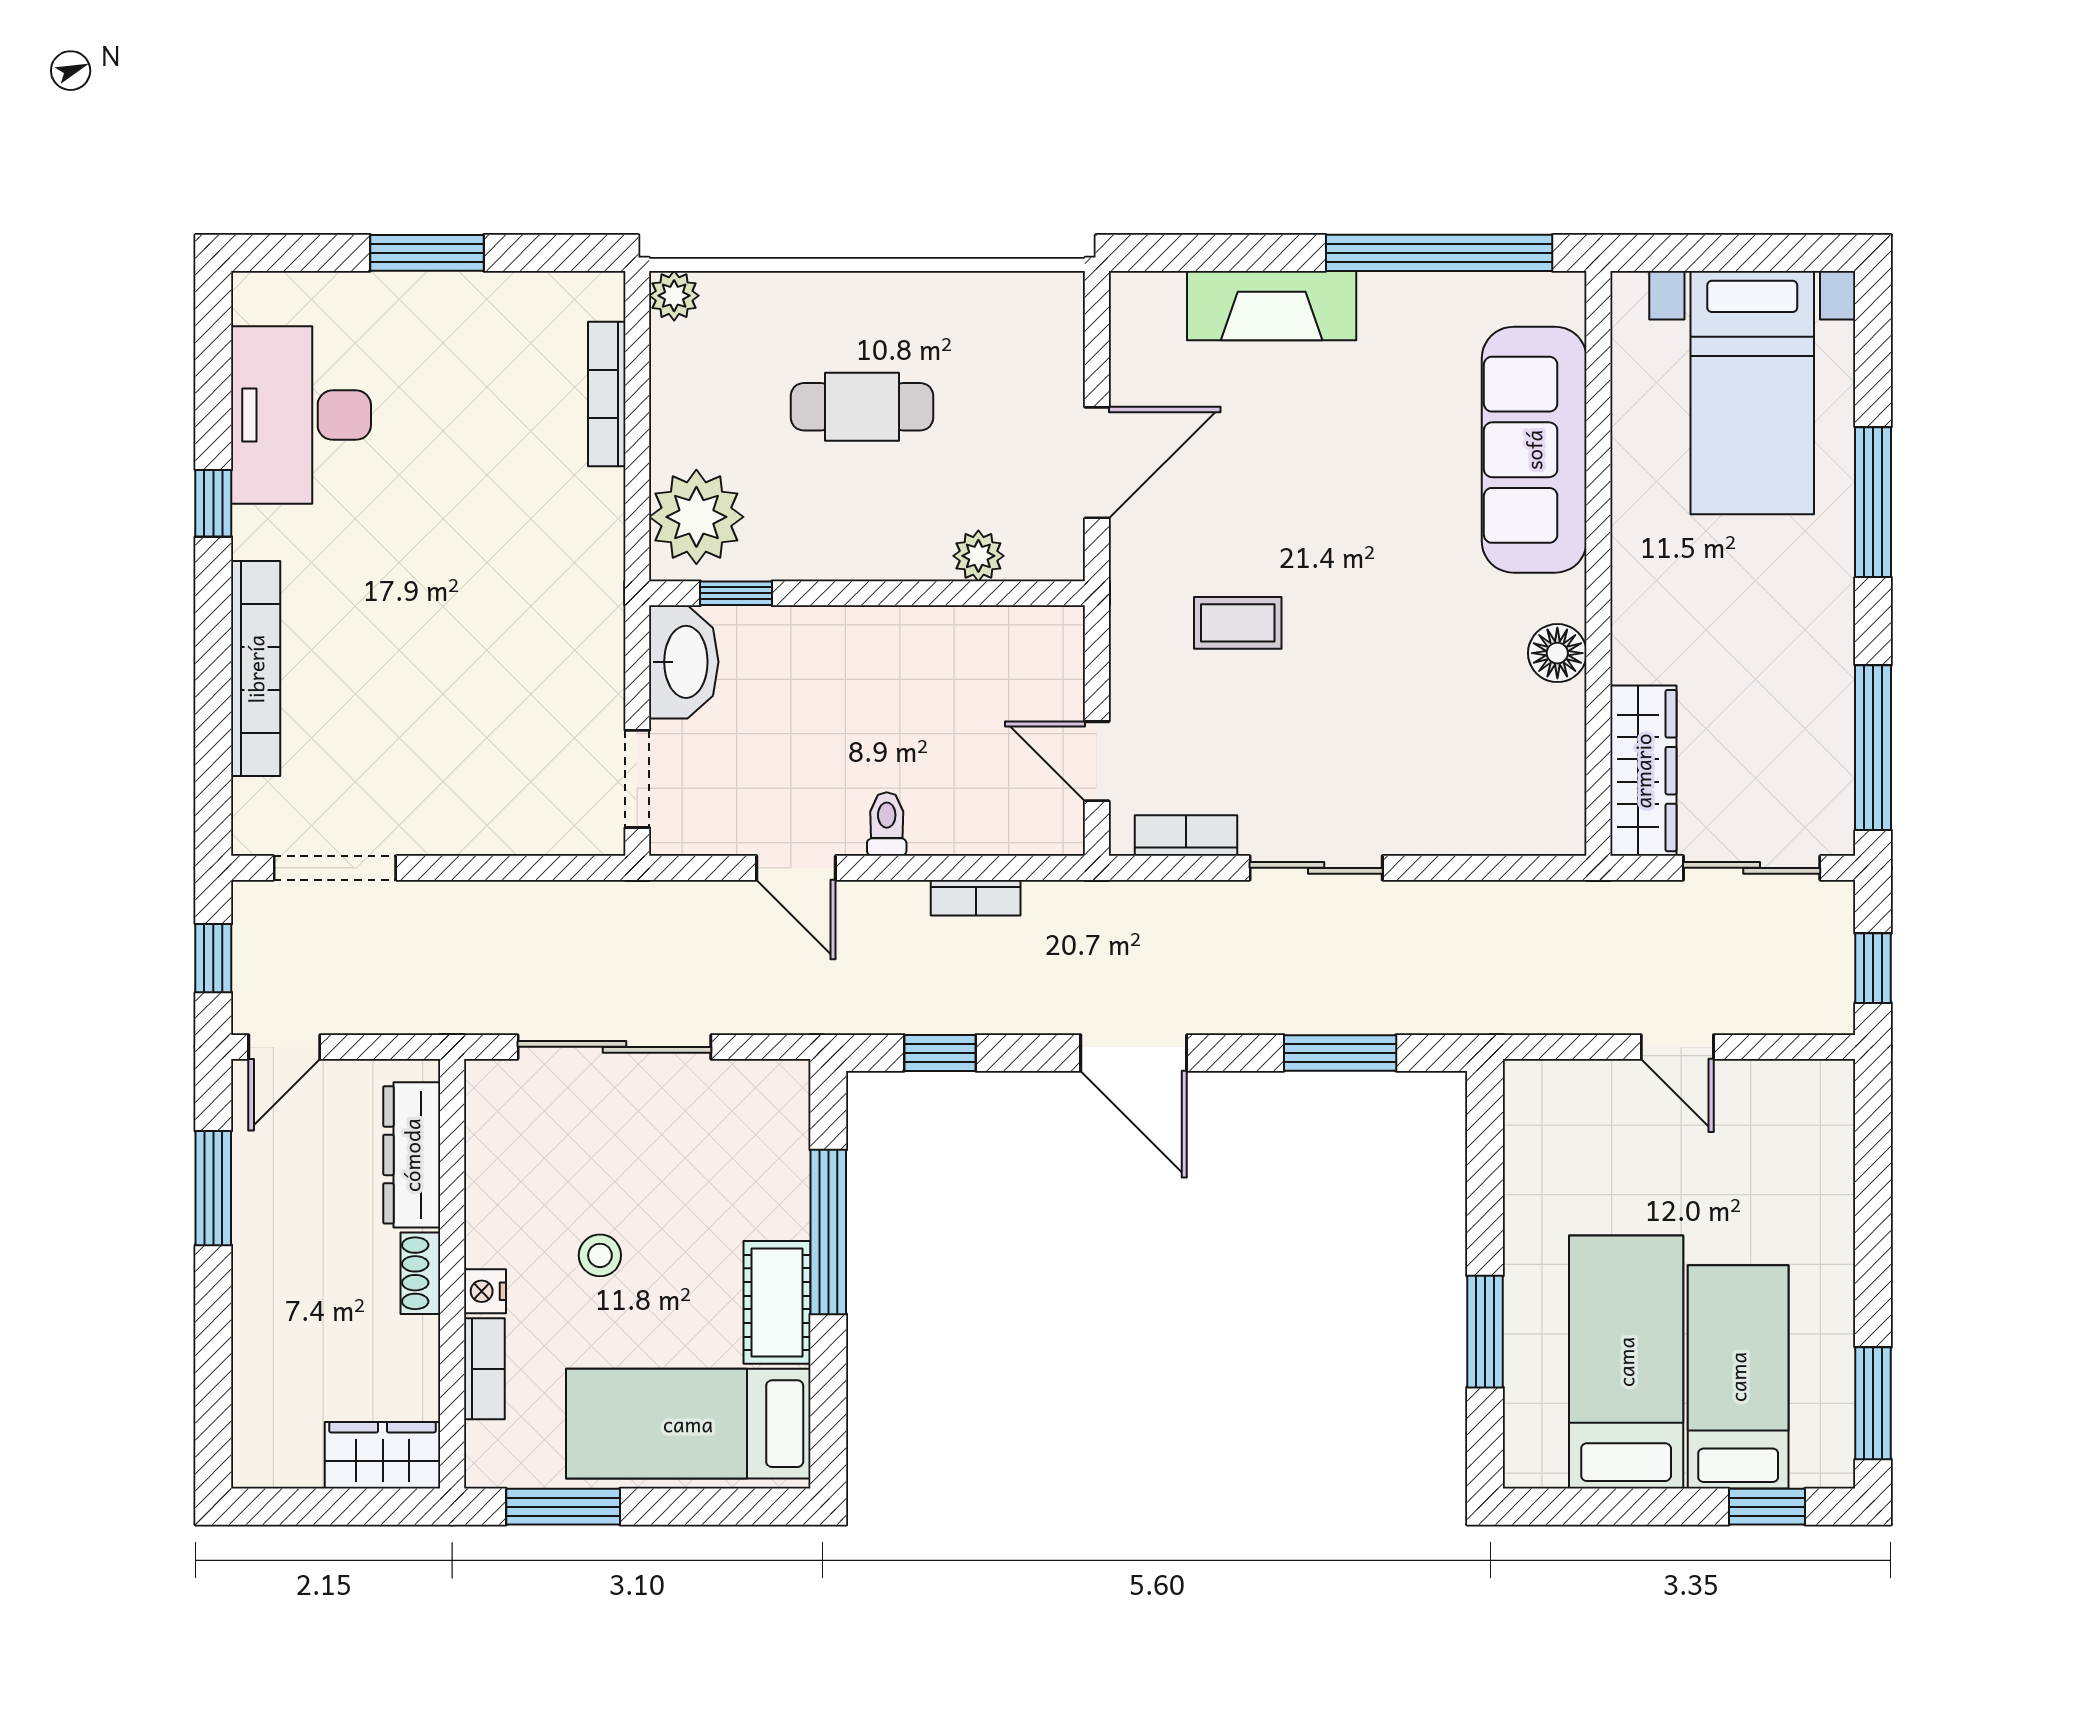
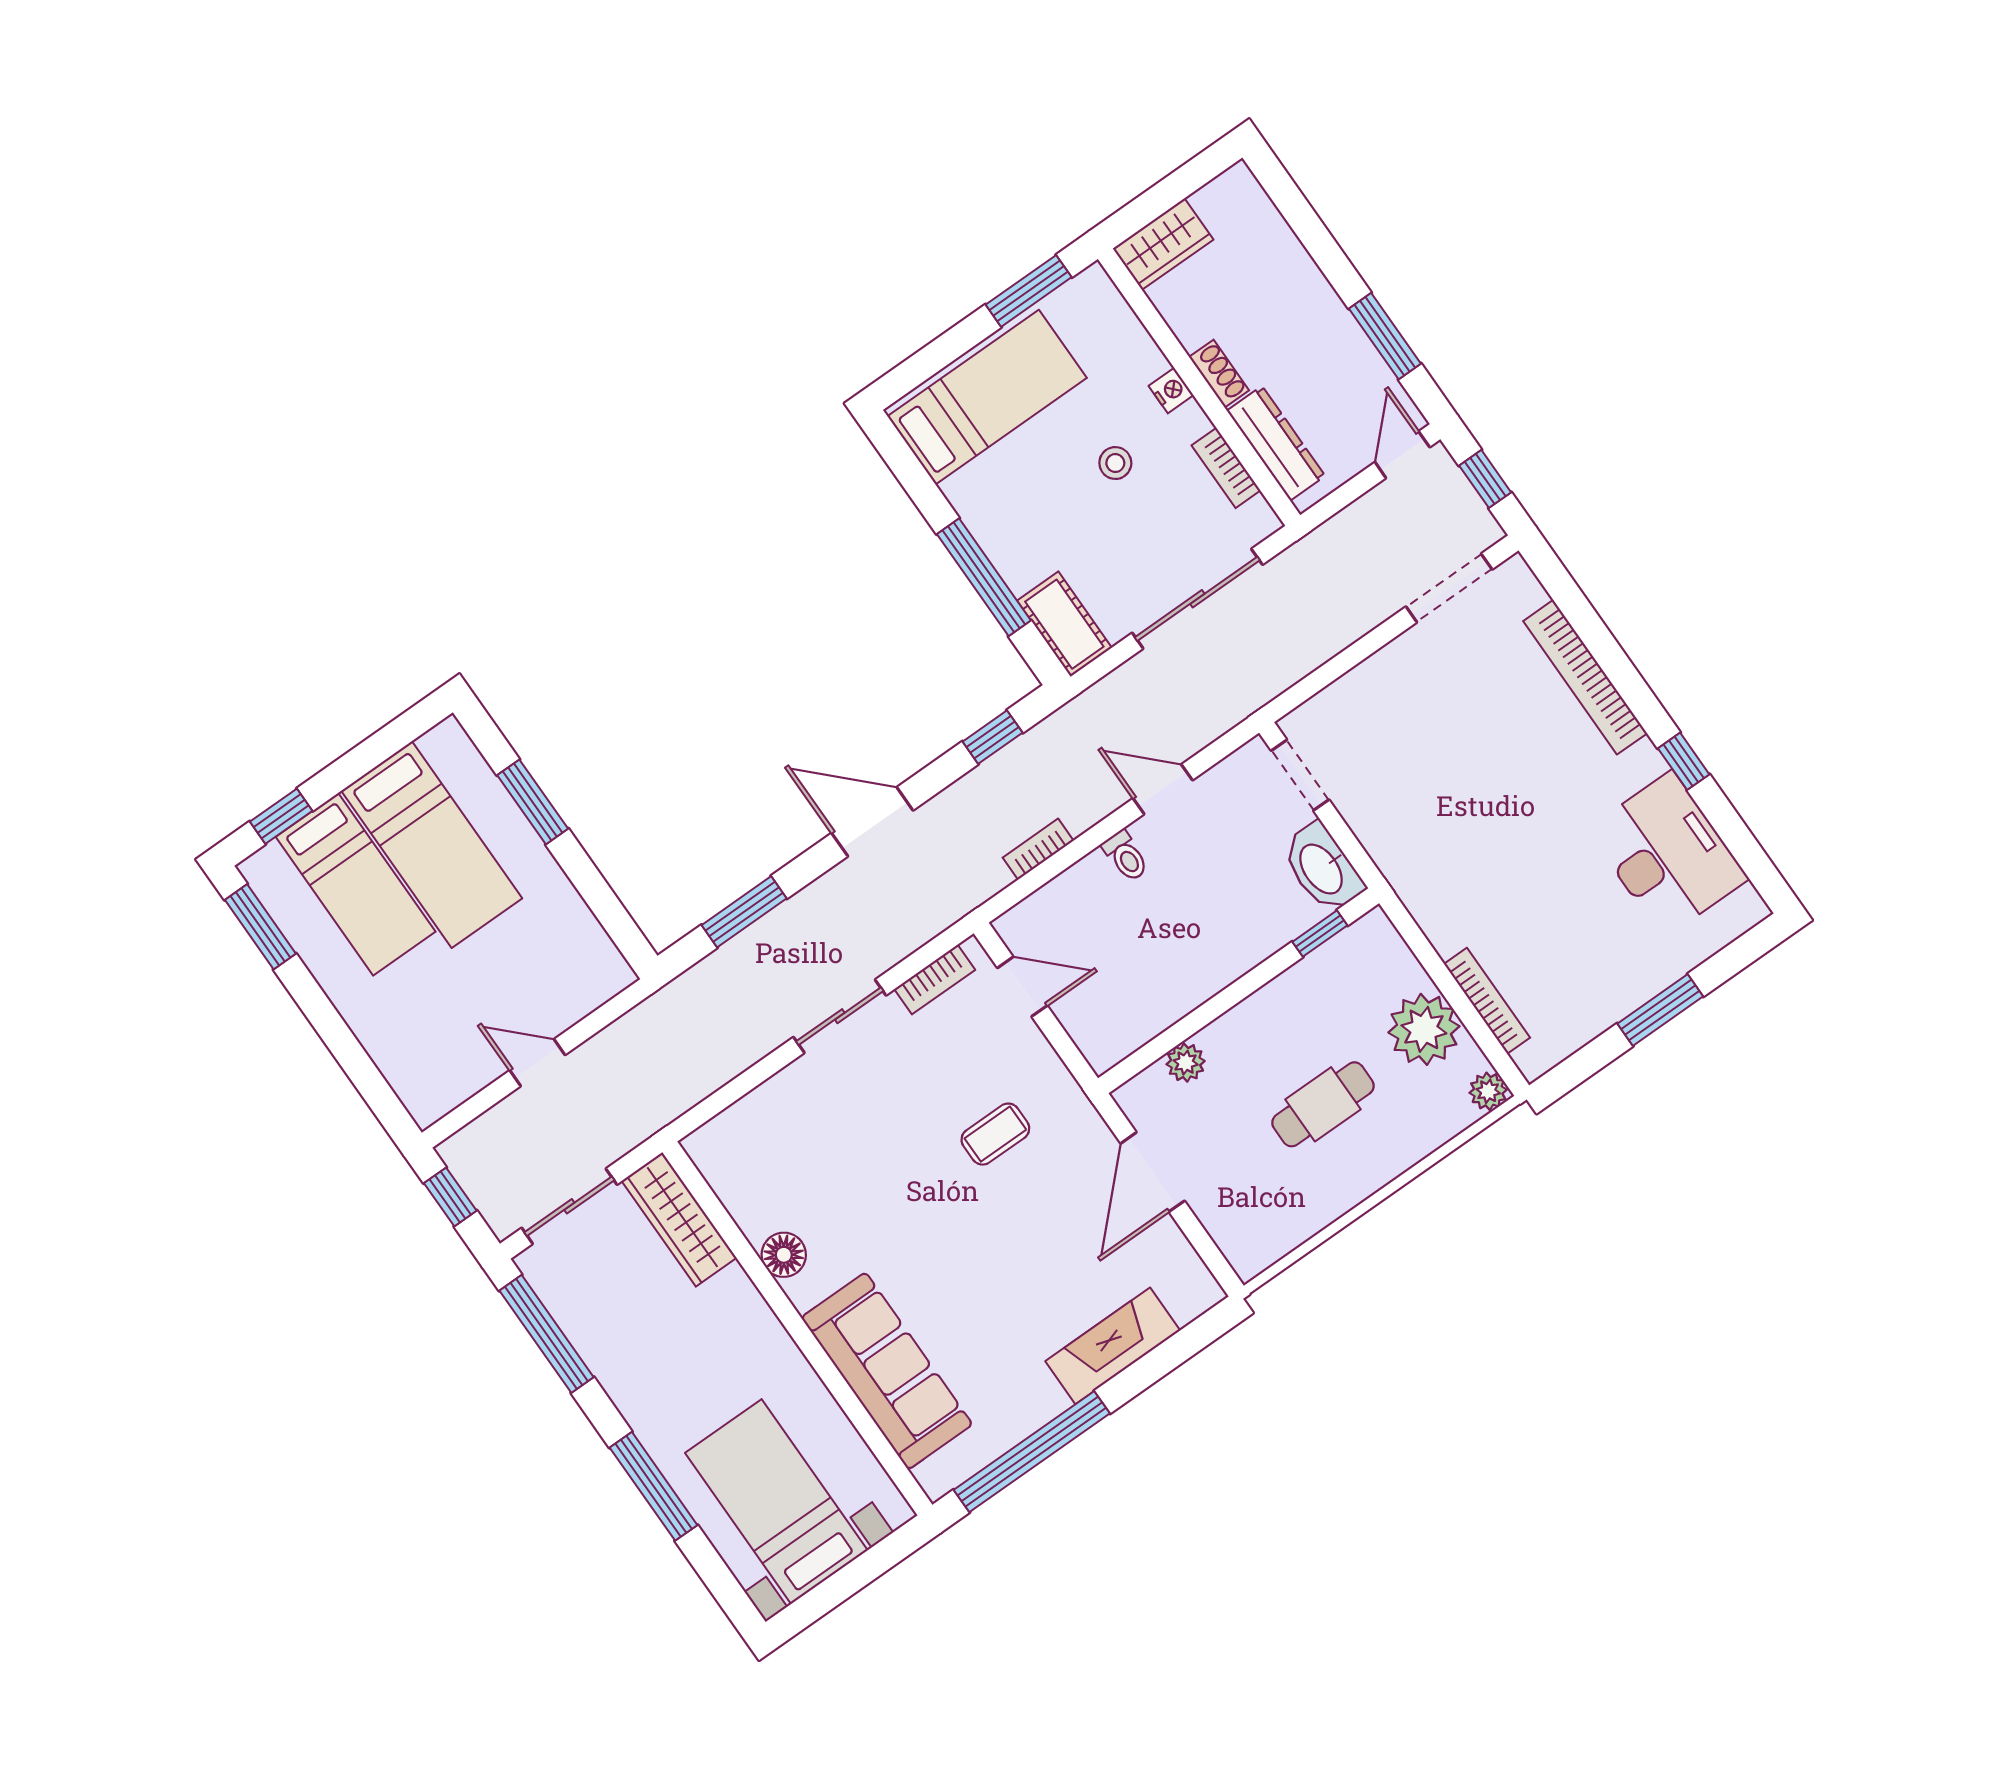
plant: (696, 517) -> (1424, 1029), moved
cot: (777, 1302) -> (1064, 624), moved
bookcase: (484, 1369) -> (1226, 468), moved

